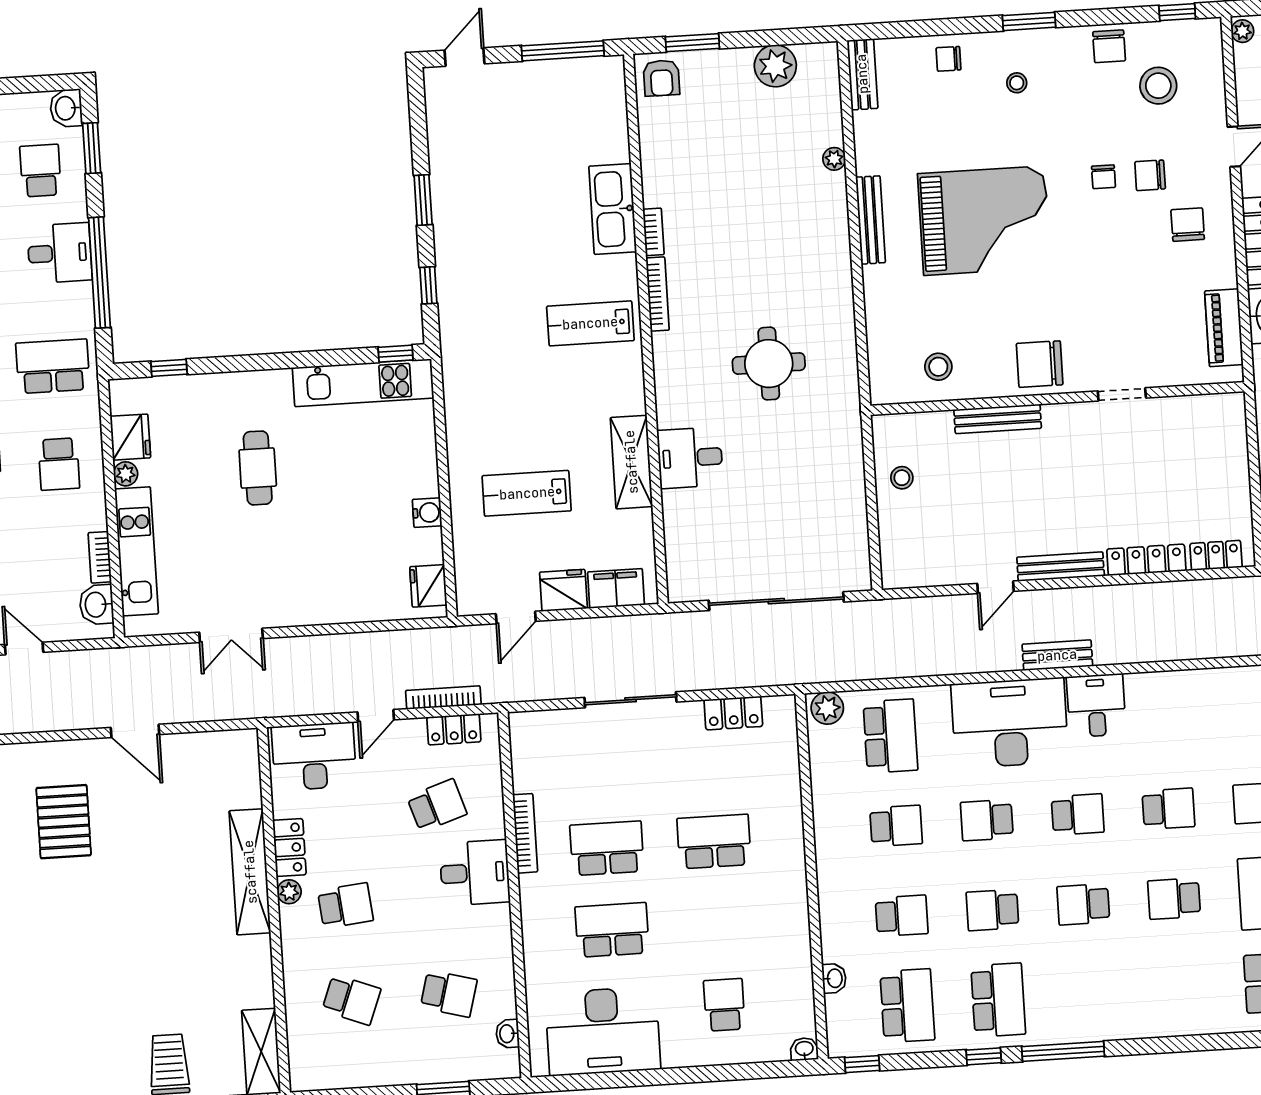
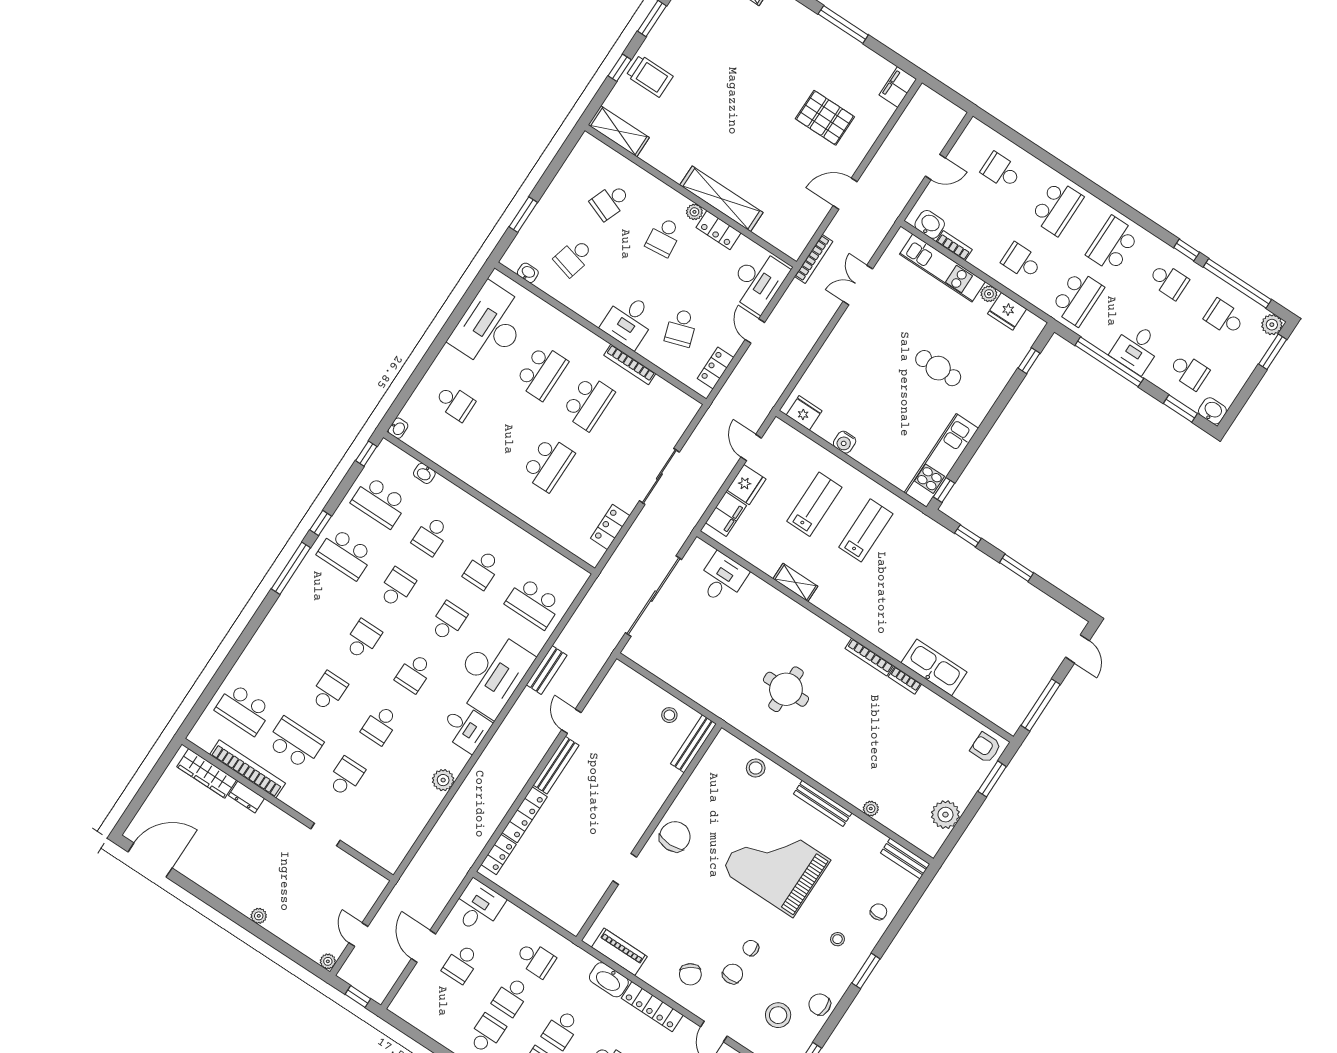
grand piano: (984, 221) -> (776, 865), turned 90
chair: (1188, 225) -> (690, 974), turned 55
lab bench: (590, 323) -> (866, 530), moved
stool: (938, 367) -> (756, 768), moved
bench: (998, 419) -> (693, 744), moved
desk: (690, 458) -> (722, 579), moved
shelving: (631, 462) -> (795, 582), width x0.67, depth x0.75
bench: (1057, 655) -> (547, 670), moved
bookcase: (443, 698) -> (814, 259), moved
plant: (827, 708) -> (443, 780), moved

